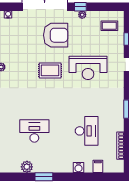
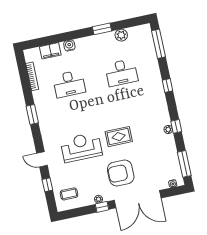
desk: (87, 131) -> (69, 84), turned -90
filing cabinet: (98, 166) -> (50, 51), width x2.00

